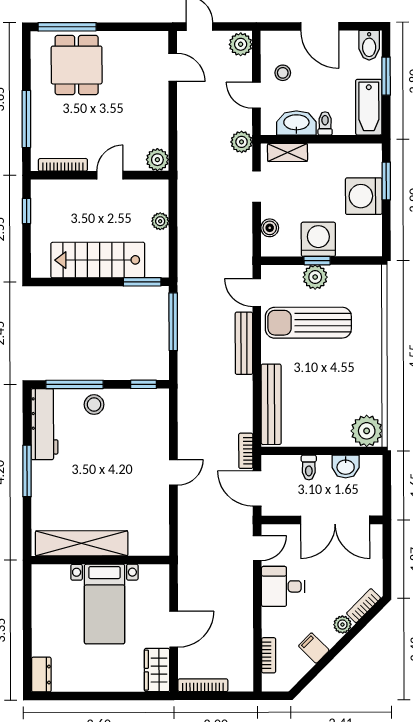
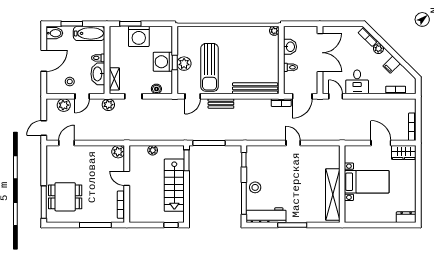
plant: (241, 44) -> (64, 105), moved
window: (27, 211) -> (171, 225), moved
bench: (244, 343) -> (221, 103), width x0.73
plant: (367, 431) -> (274, 31), width x0.53, depth x0.53

